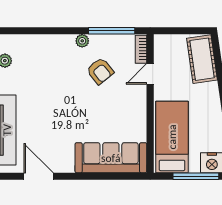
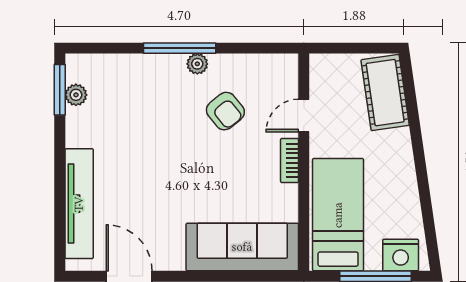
window: (112, 31) -> (180, 48), moved
bookcase: (141, 49) -> (290, 161), moved

